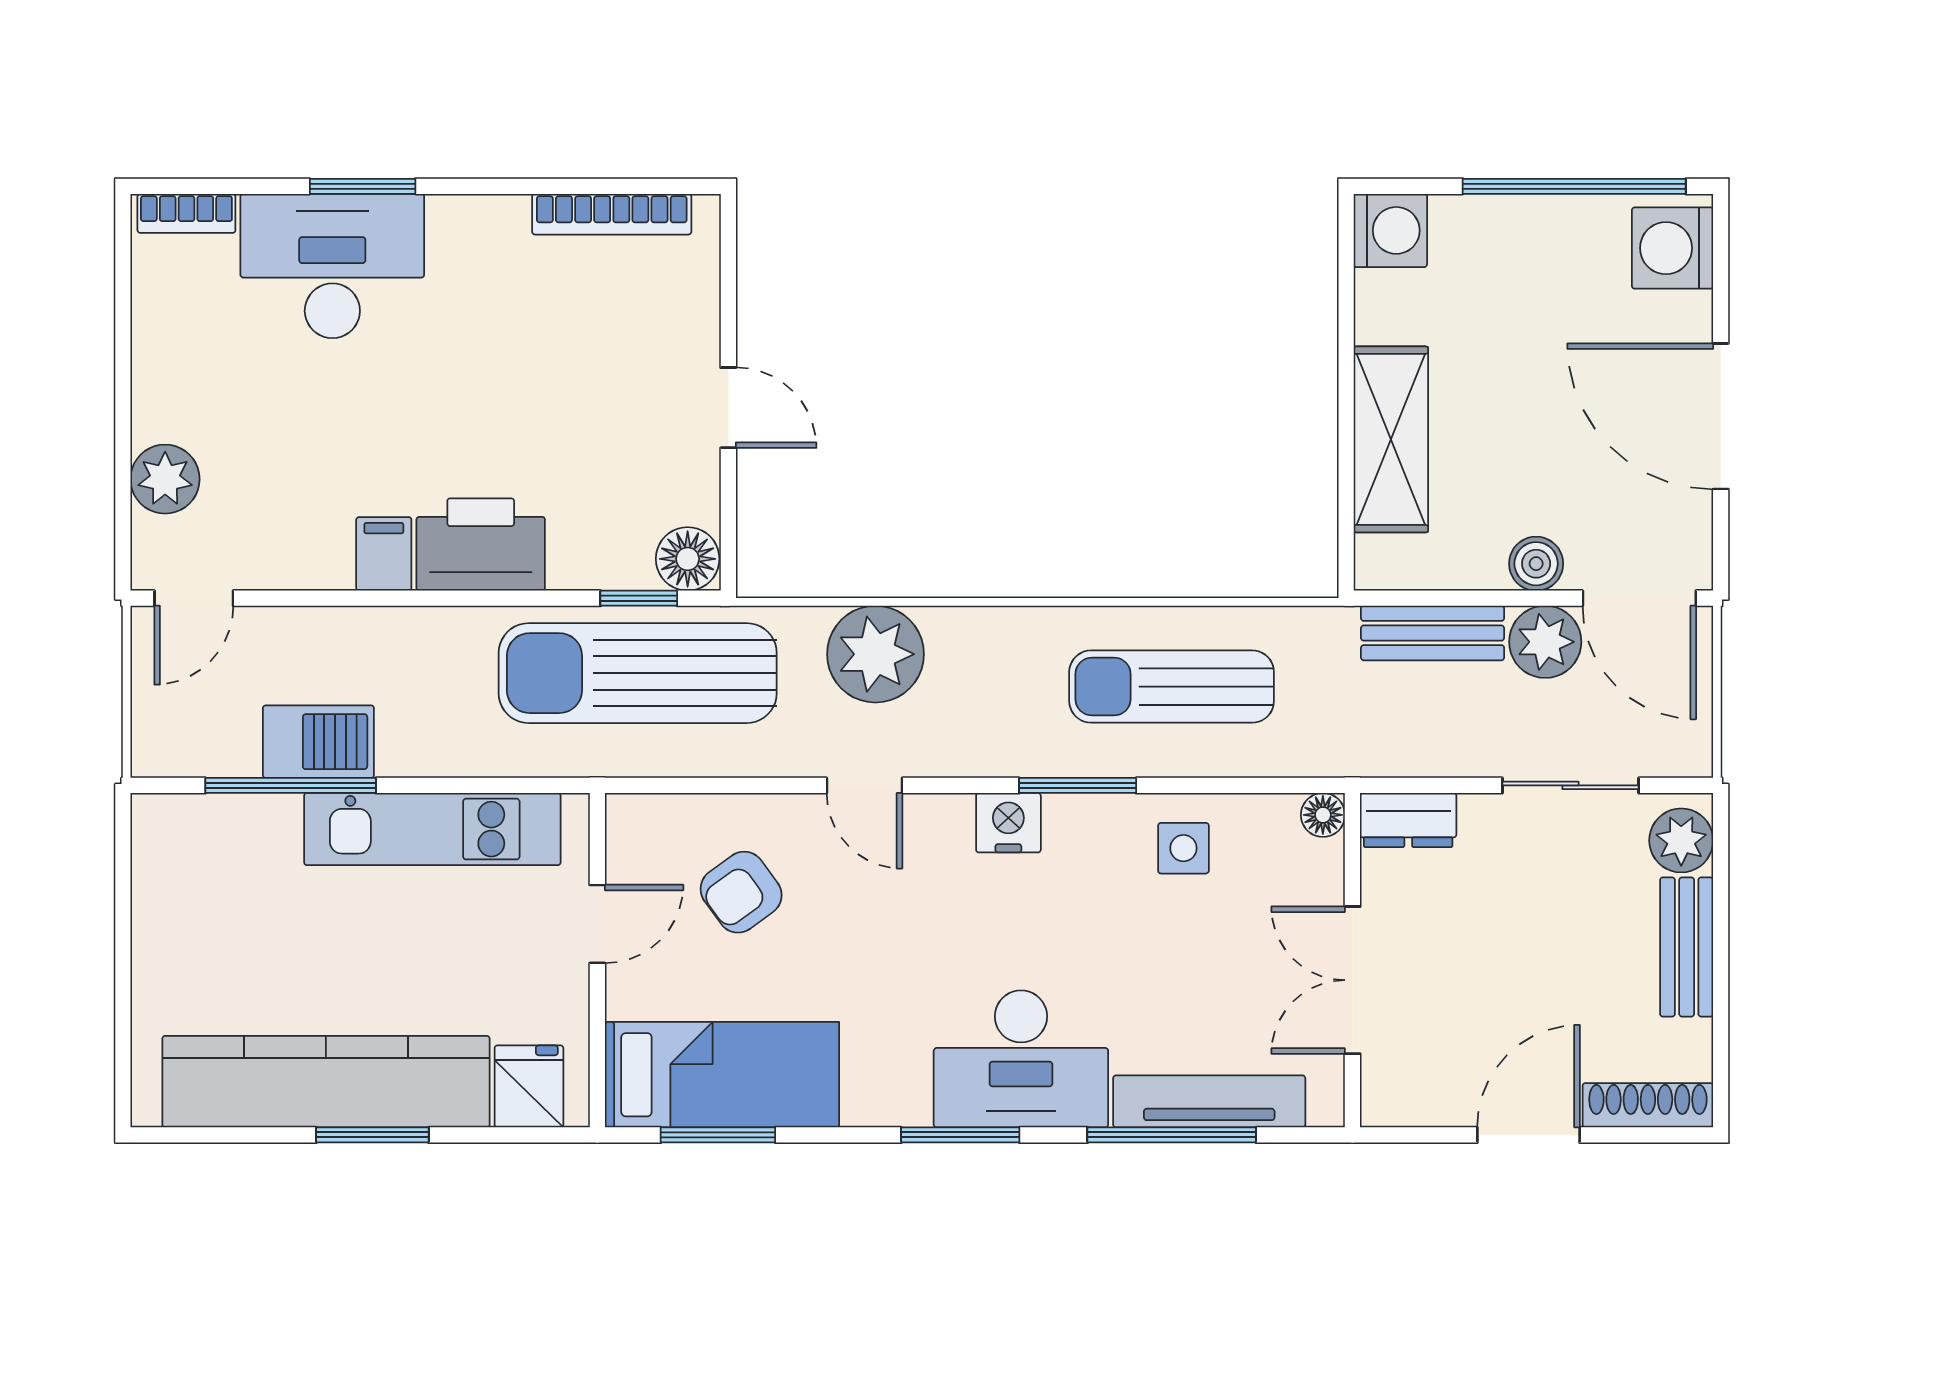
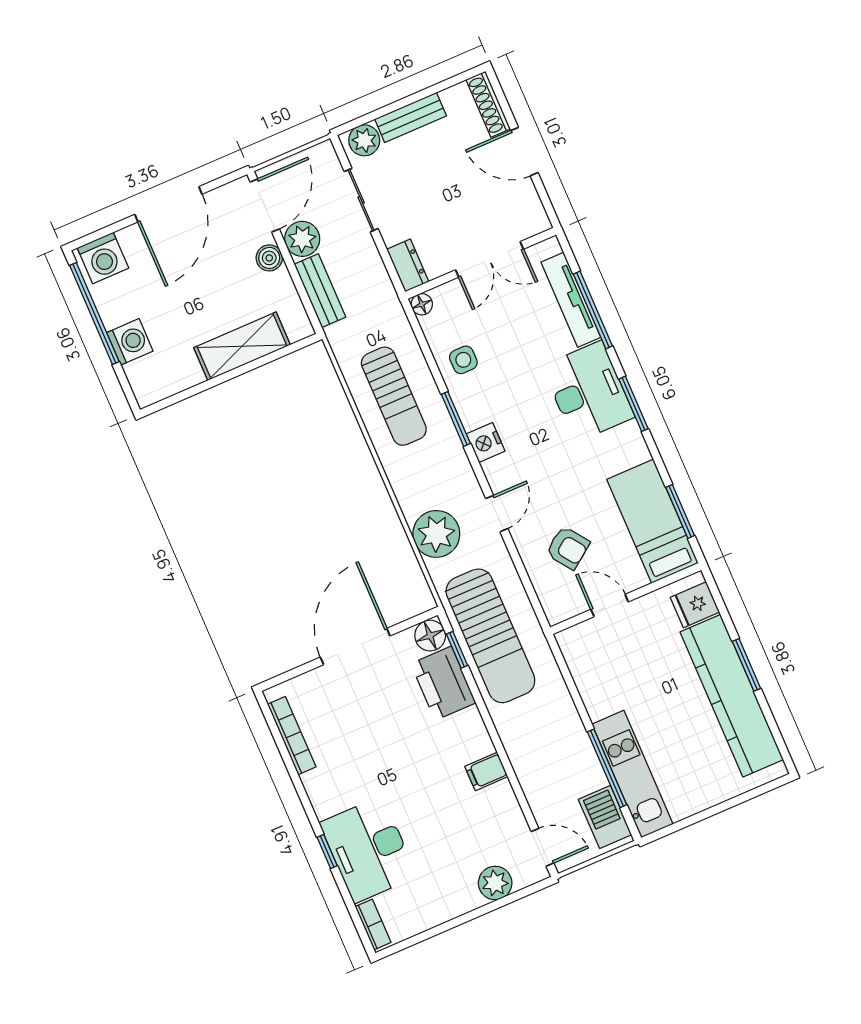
window: (363, 186) -> (327, 852), width x0.67
washing machine: (1390, 230) -> (130, 342), moved, turned 90
door: (728, 408) -> (355, 647), width x1.87
printer: (481, 545) -> (443, 683), moved
barbecue: (318, 742) -> (605, 817), moved
kitchen unit: (432, 829) -> (633, 774), moved

